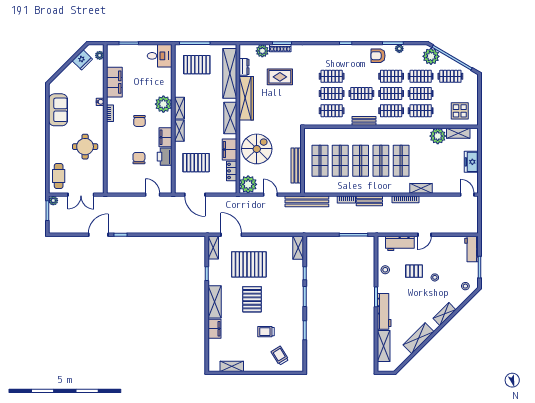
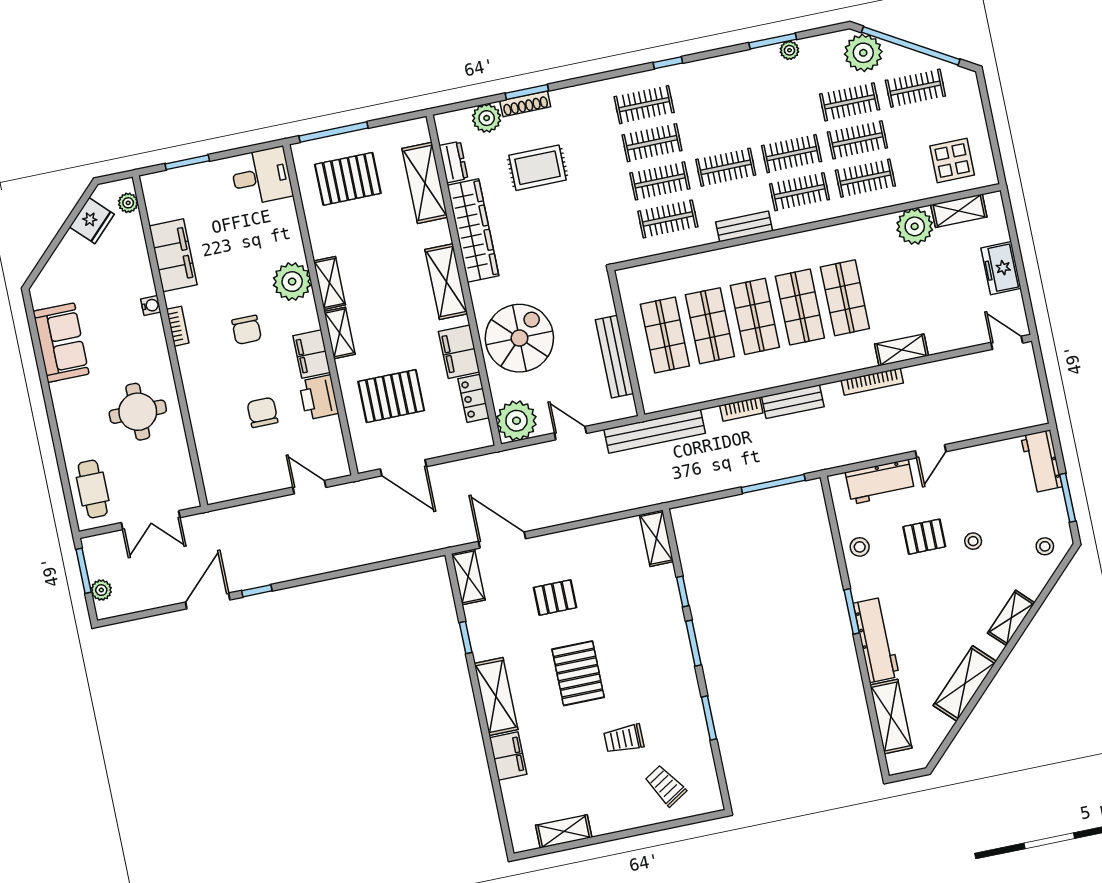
armchair: (378, 56) -> (745, 76), removed
shelving: (230, 73) -> (425, 183), width x0.68
clothes rail: (391, 76) -> (644, 105), moved
plant: (53, 201) -> (101, 590), moved
pallet: (249, 264) -> (555, 598), width x0.49, depth x0.50

